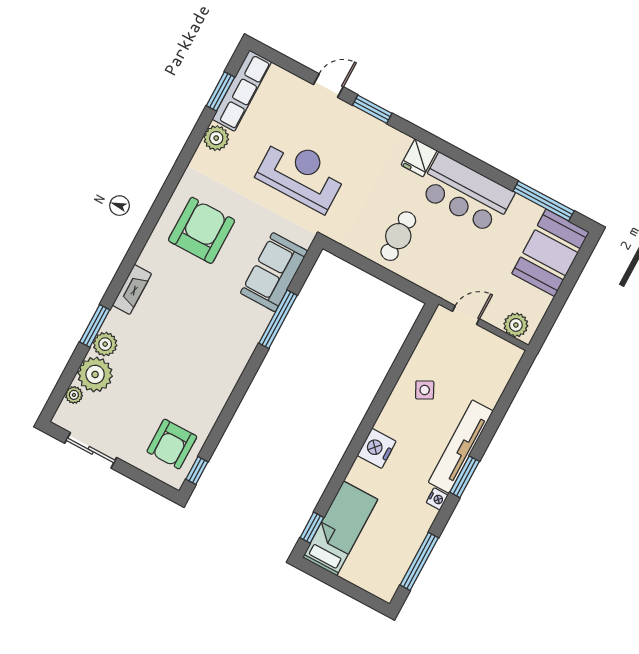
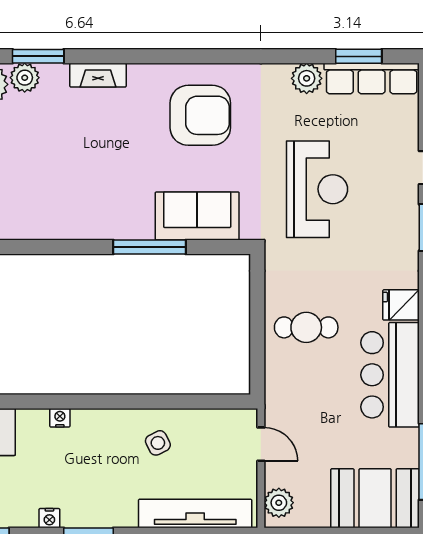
tv unit: (461, 447) -> (195, 513), moved
nightstand: (377, 448) -> (60, 418), width x0.53, depth x0.56

